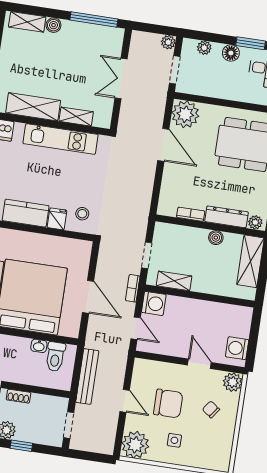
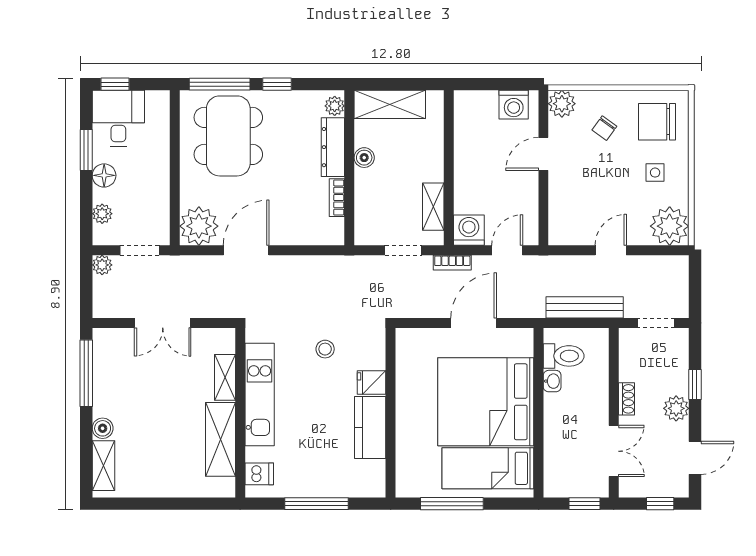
stool: (82, 214) -> (325, 349), moved
chair: (168, 404) -> (657, 122), moved, turned -90

